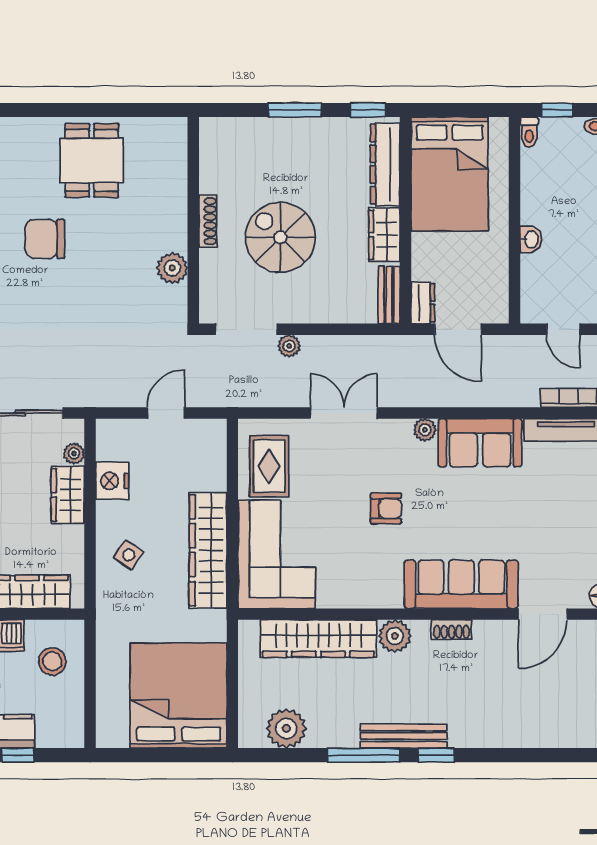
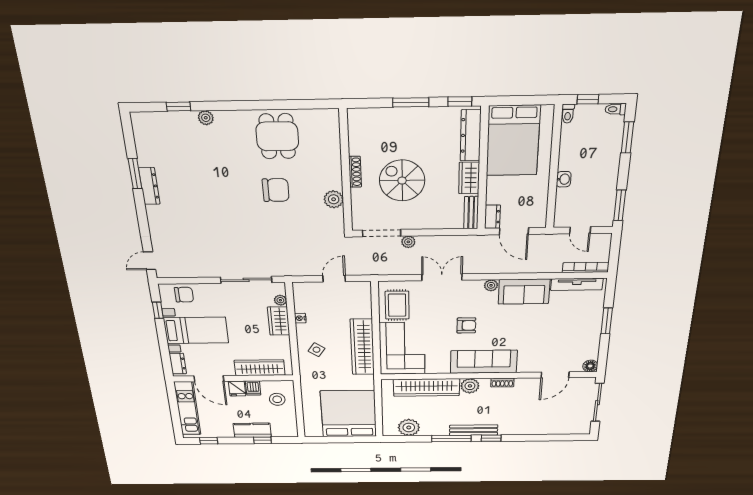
chair: (45, 239) -> (276, 190), moved, turned 180
nightstand: (112, 481) -> (300, 318), width x0.53, depth x0.56
sofa: (461, 584) -> (484, 362), moved

